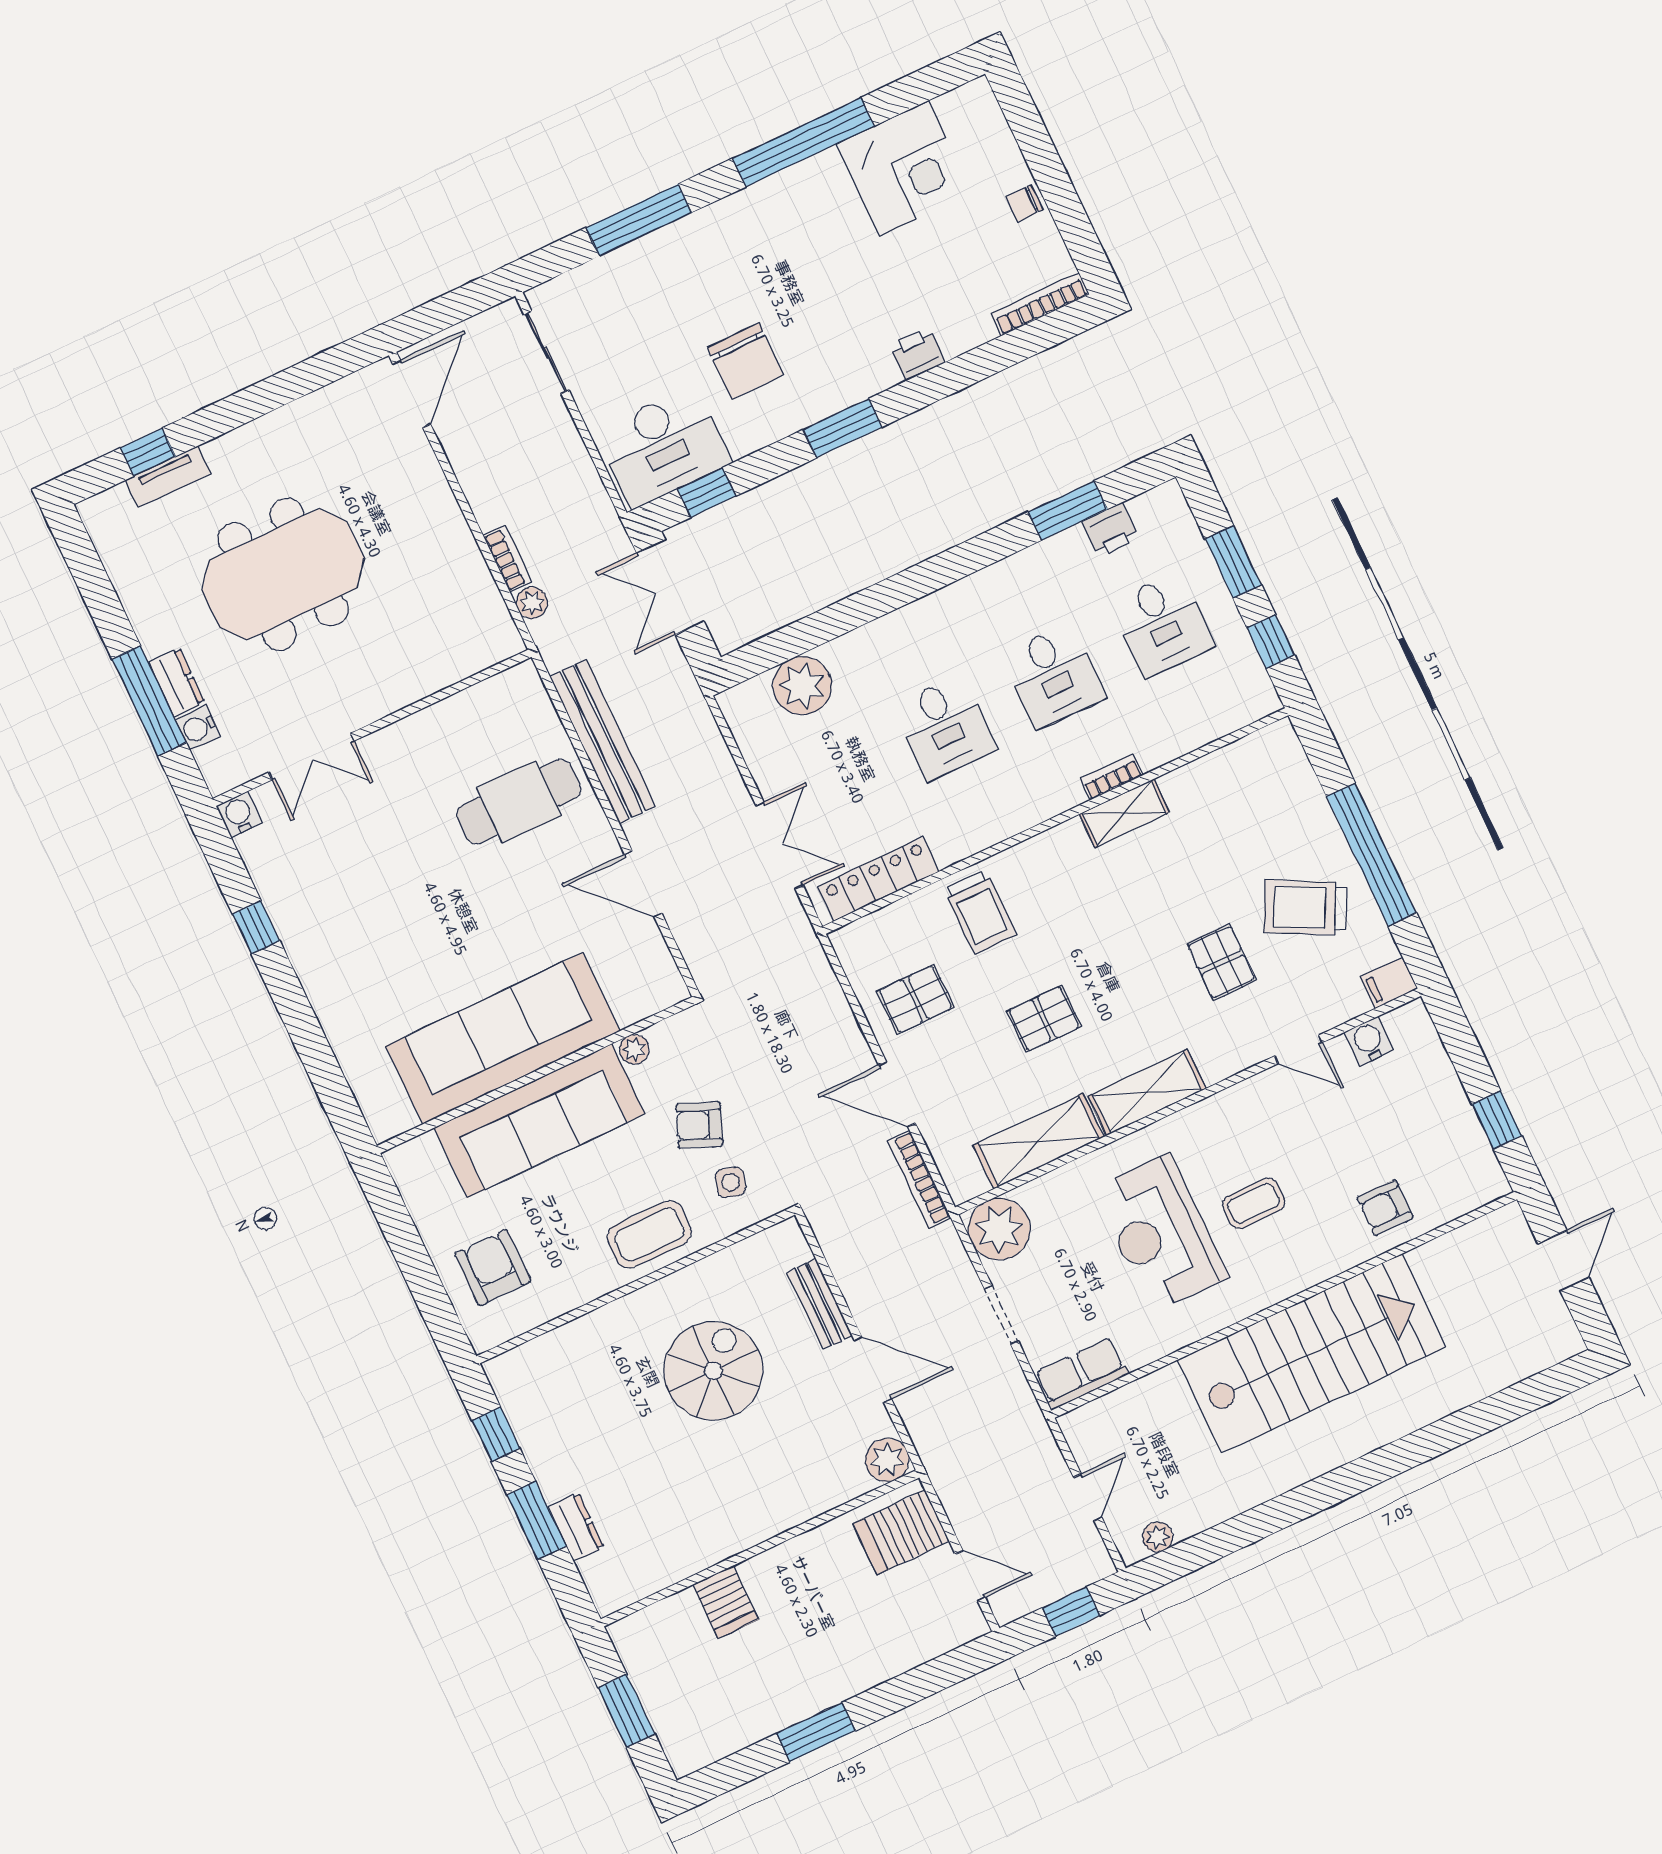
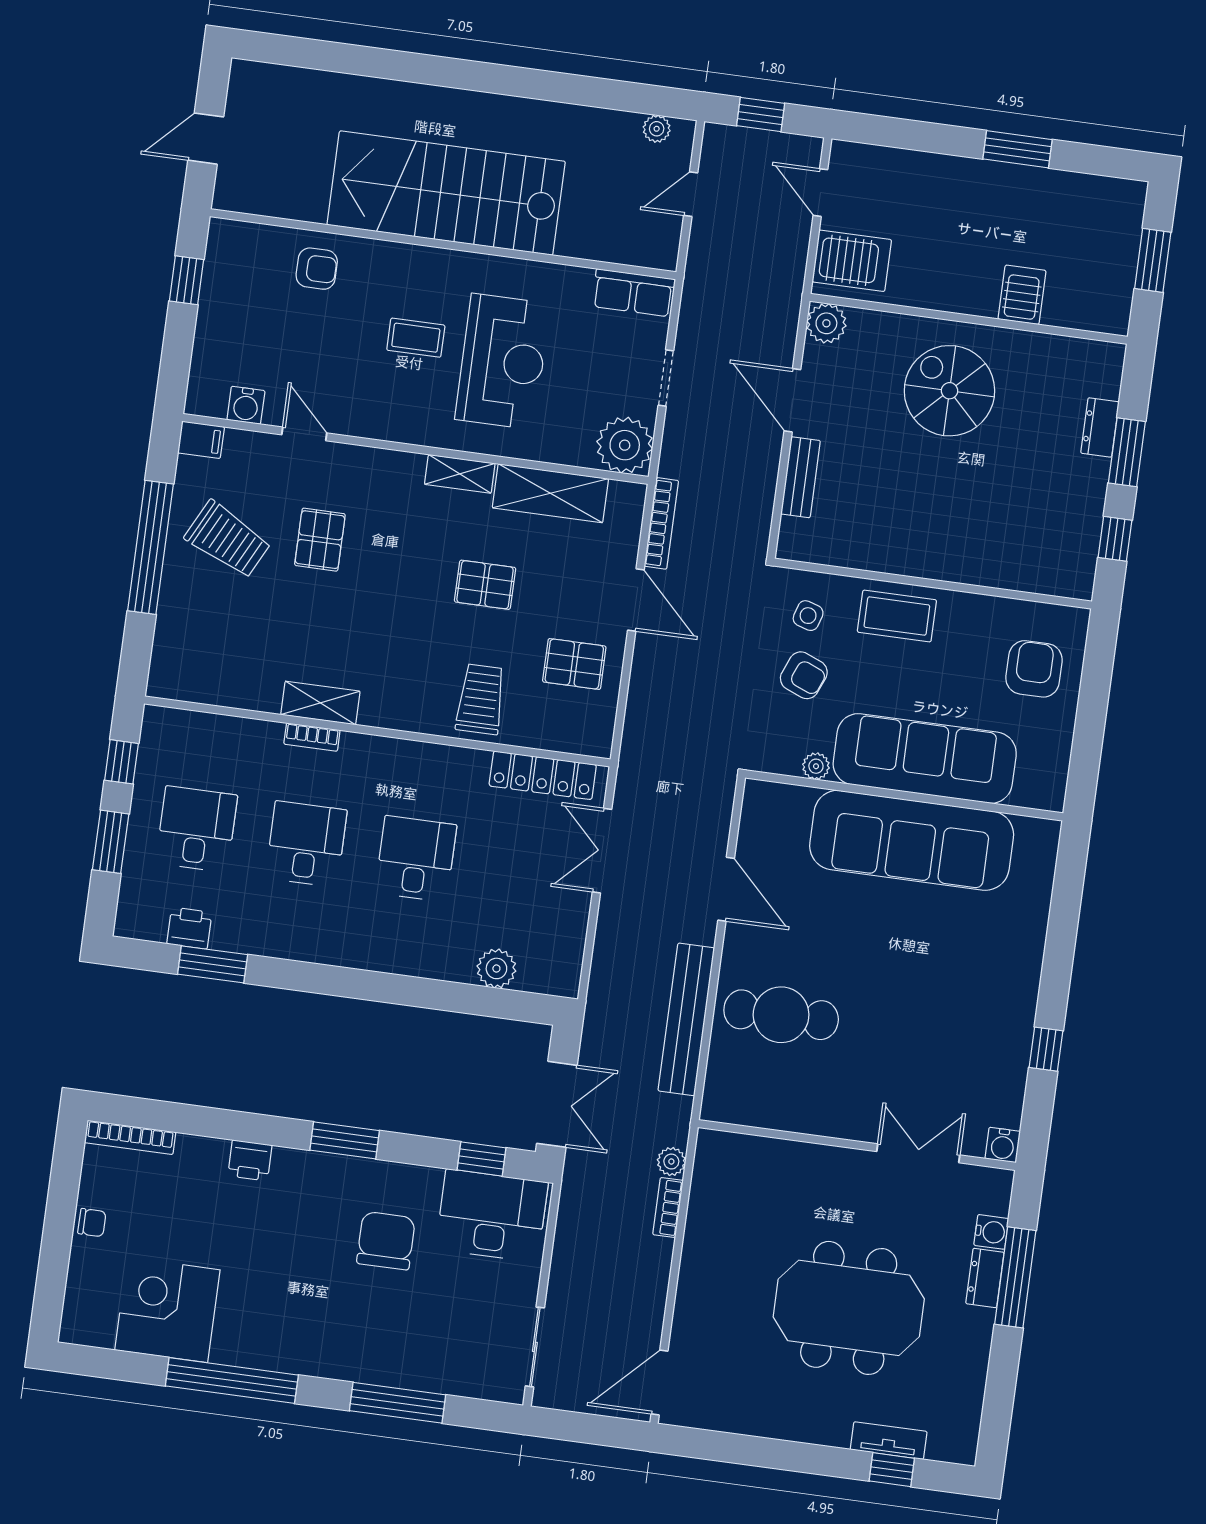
plant: (802, 686) -> (496, 968), width x0.73, depth x0.73
shelving: (1147, 1092) -> (460, 474), width x0.67, depth x0.75
armchair: (493, 1268) -> (1034, 669), turned 180
spiral stairs: (713, 1371) -> (949, 391), moved, turned 90

